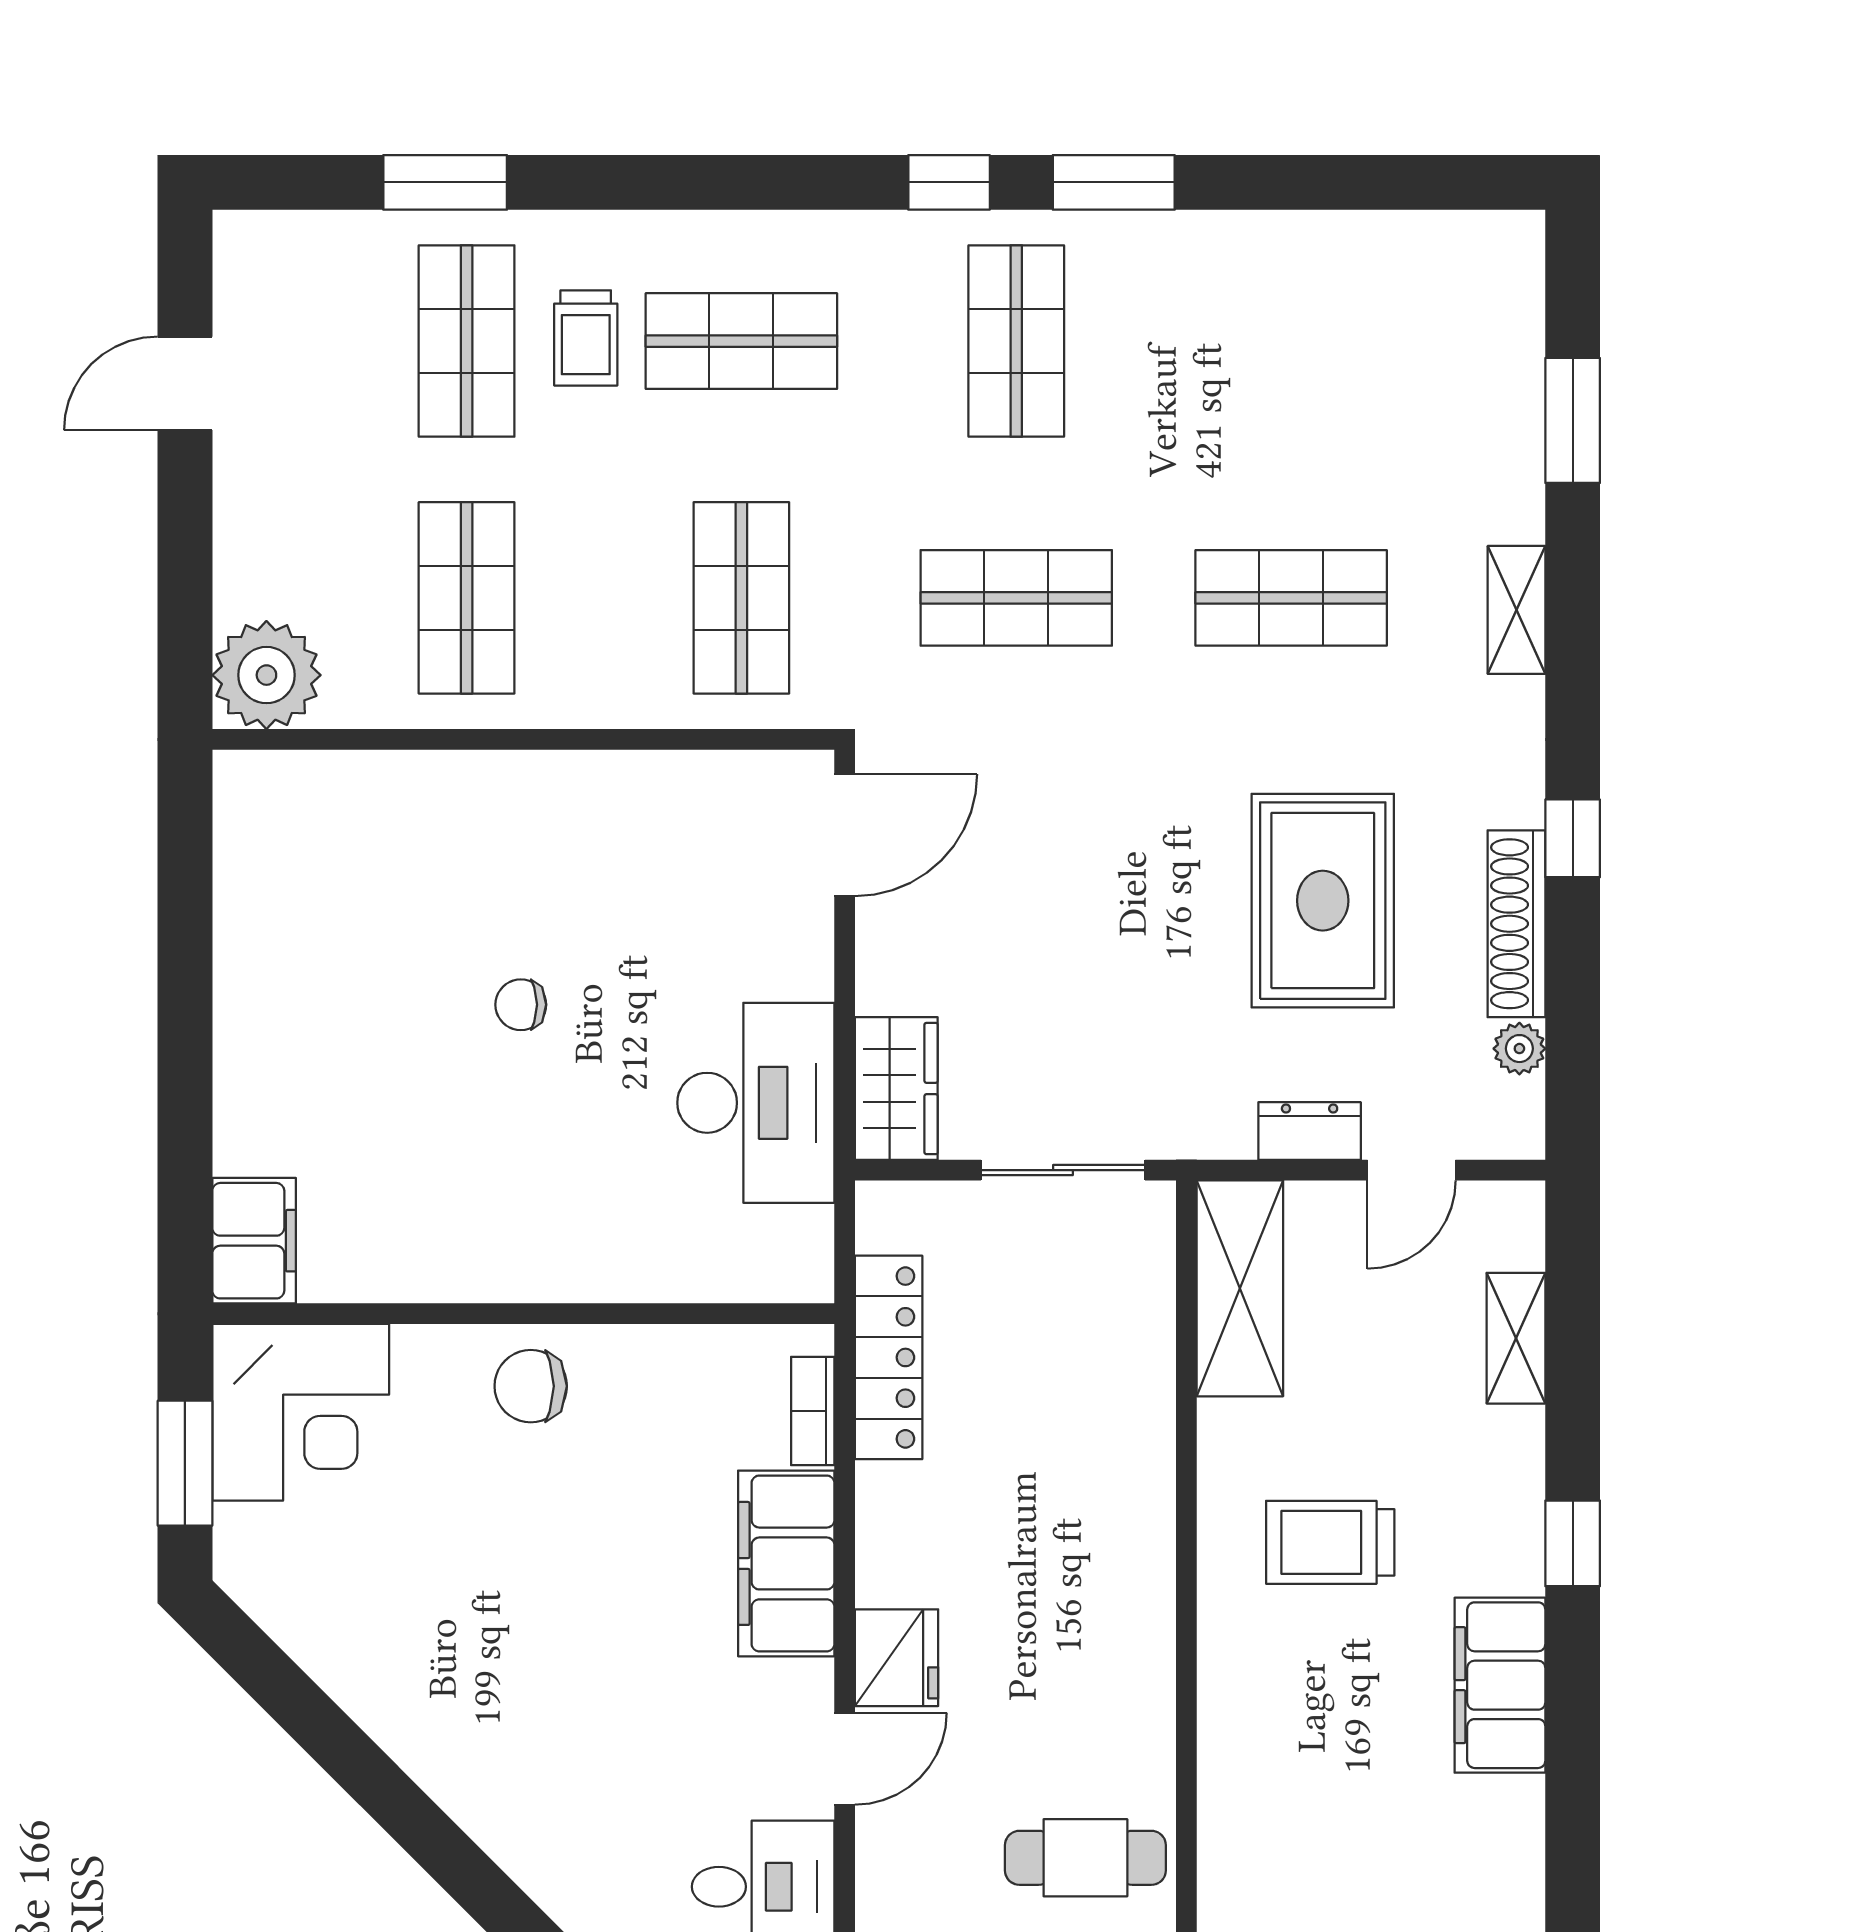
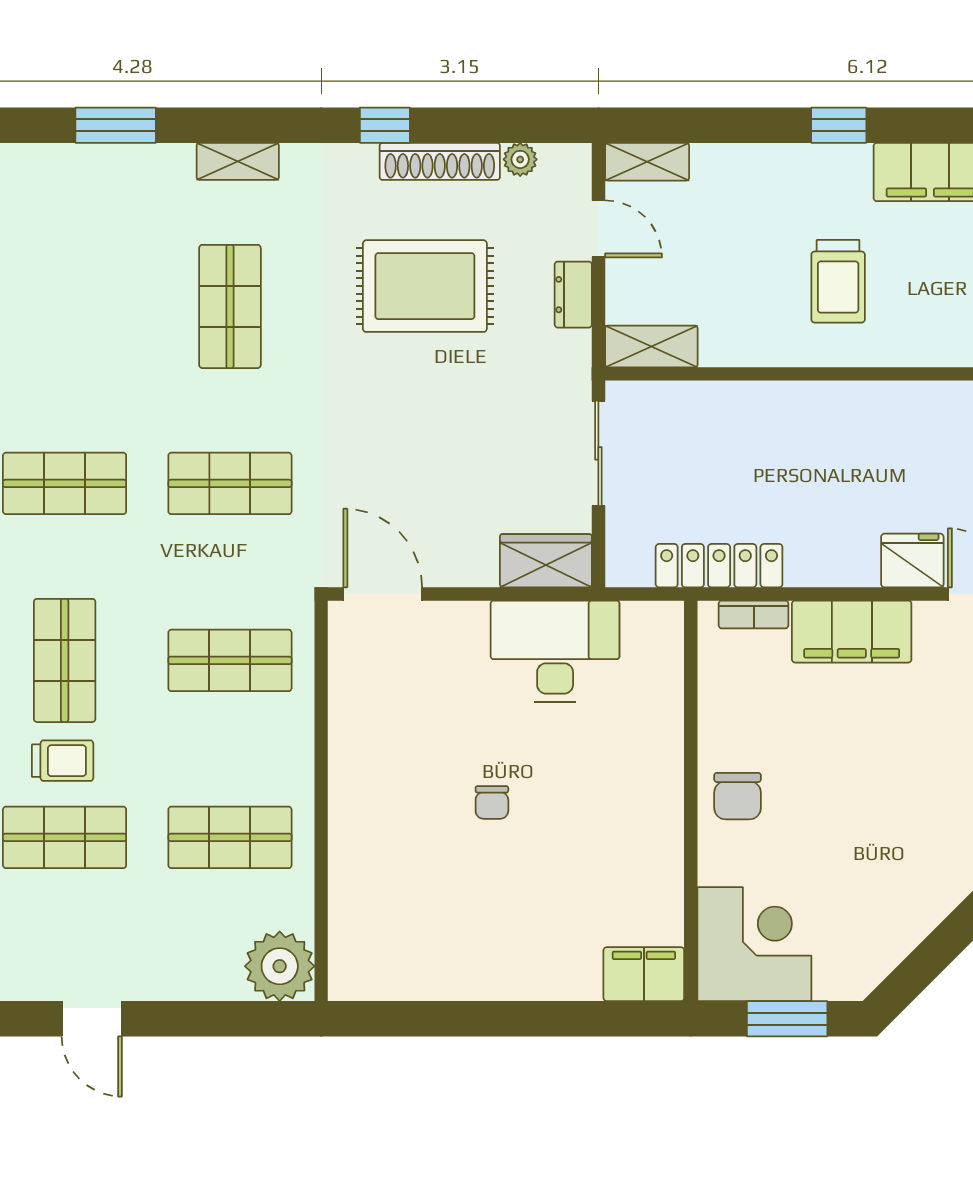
shop shelf: (1016, 598) -> (230, 483), turned 90
shelving: (1240, 1288) -> (651, 346), width x0.67, depth x0.75
shelving: (1516, 1338) -> (647, 162), moved

